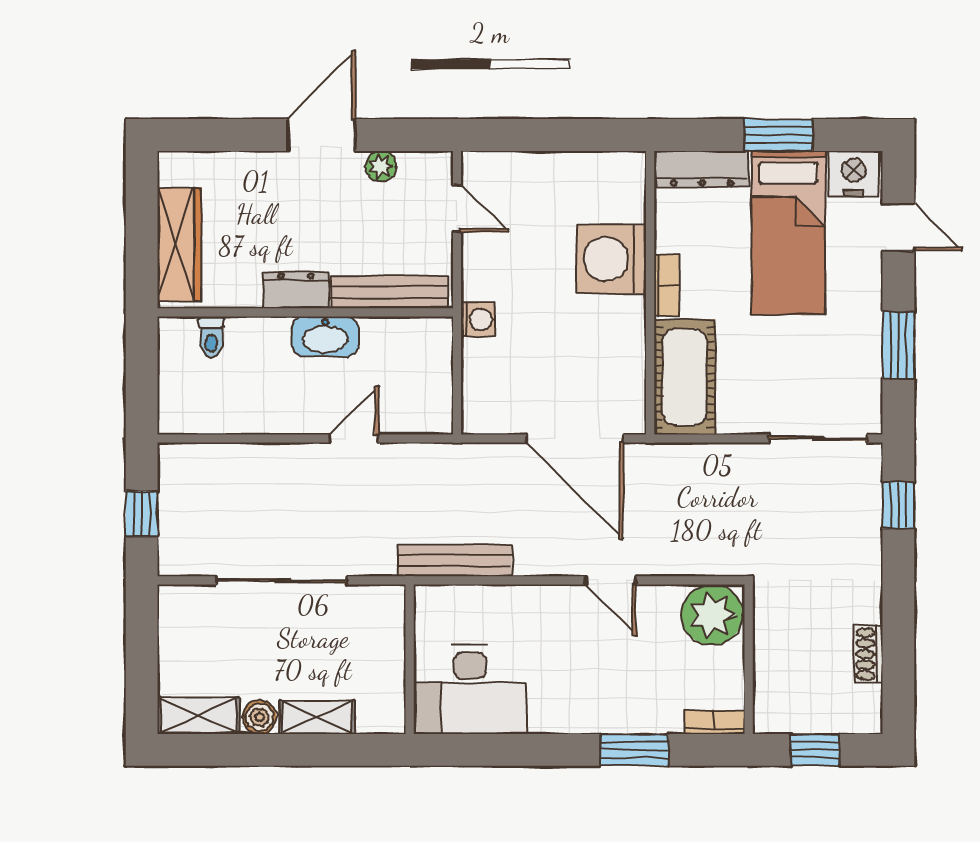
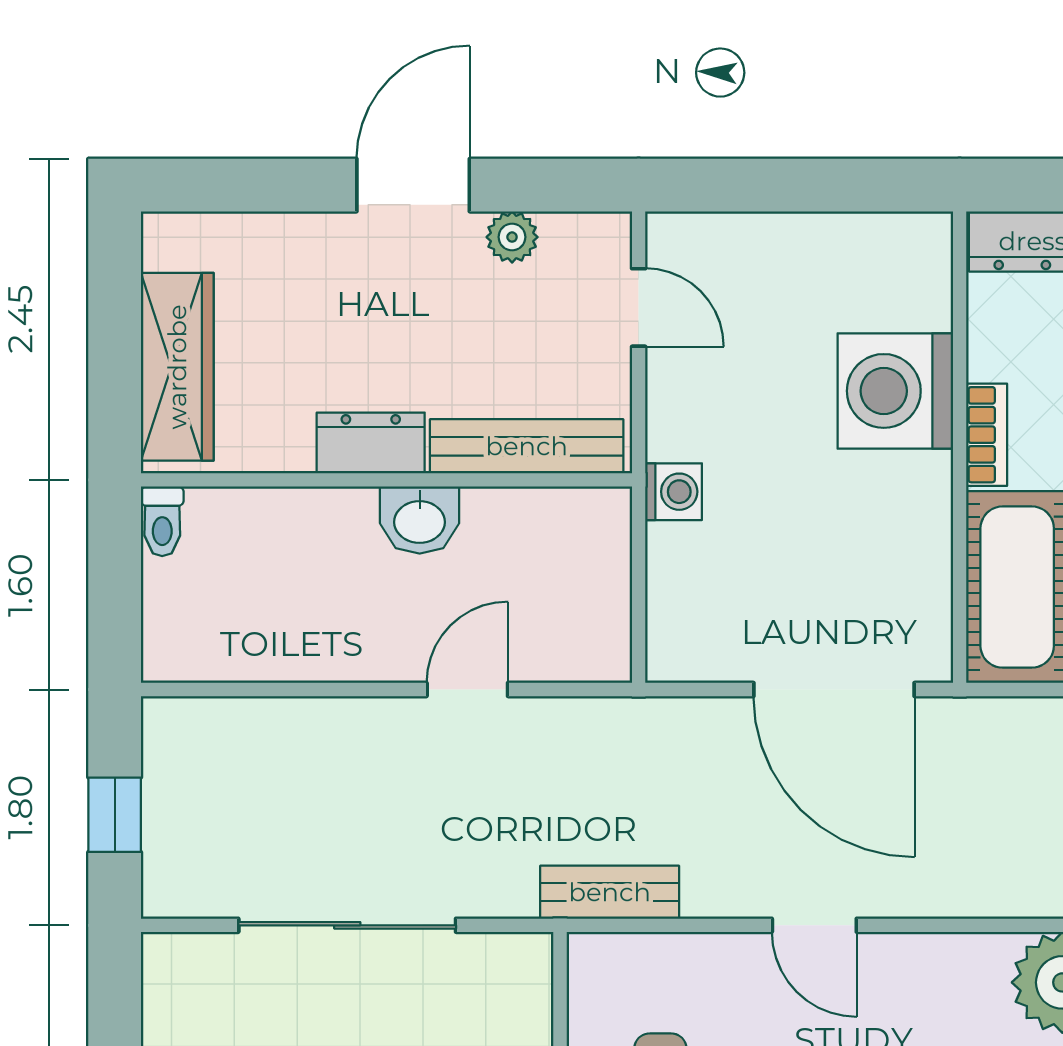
washbasin: (325, 336) -> (420, 520), width x0.72
toilet: (211, 337) -> (162, 521), moved
bench: (455, 560) -> (610, 892), width x0.73
door: (610, 580) -> (814, 925), moved

